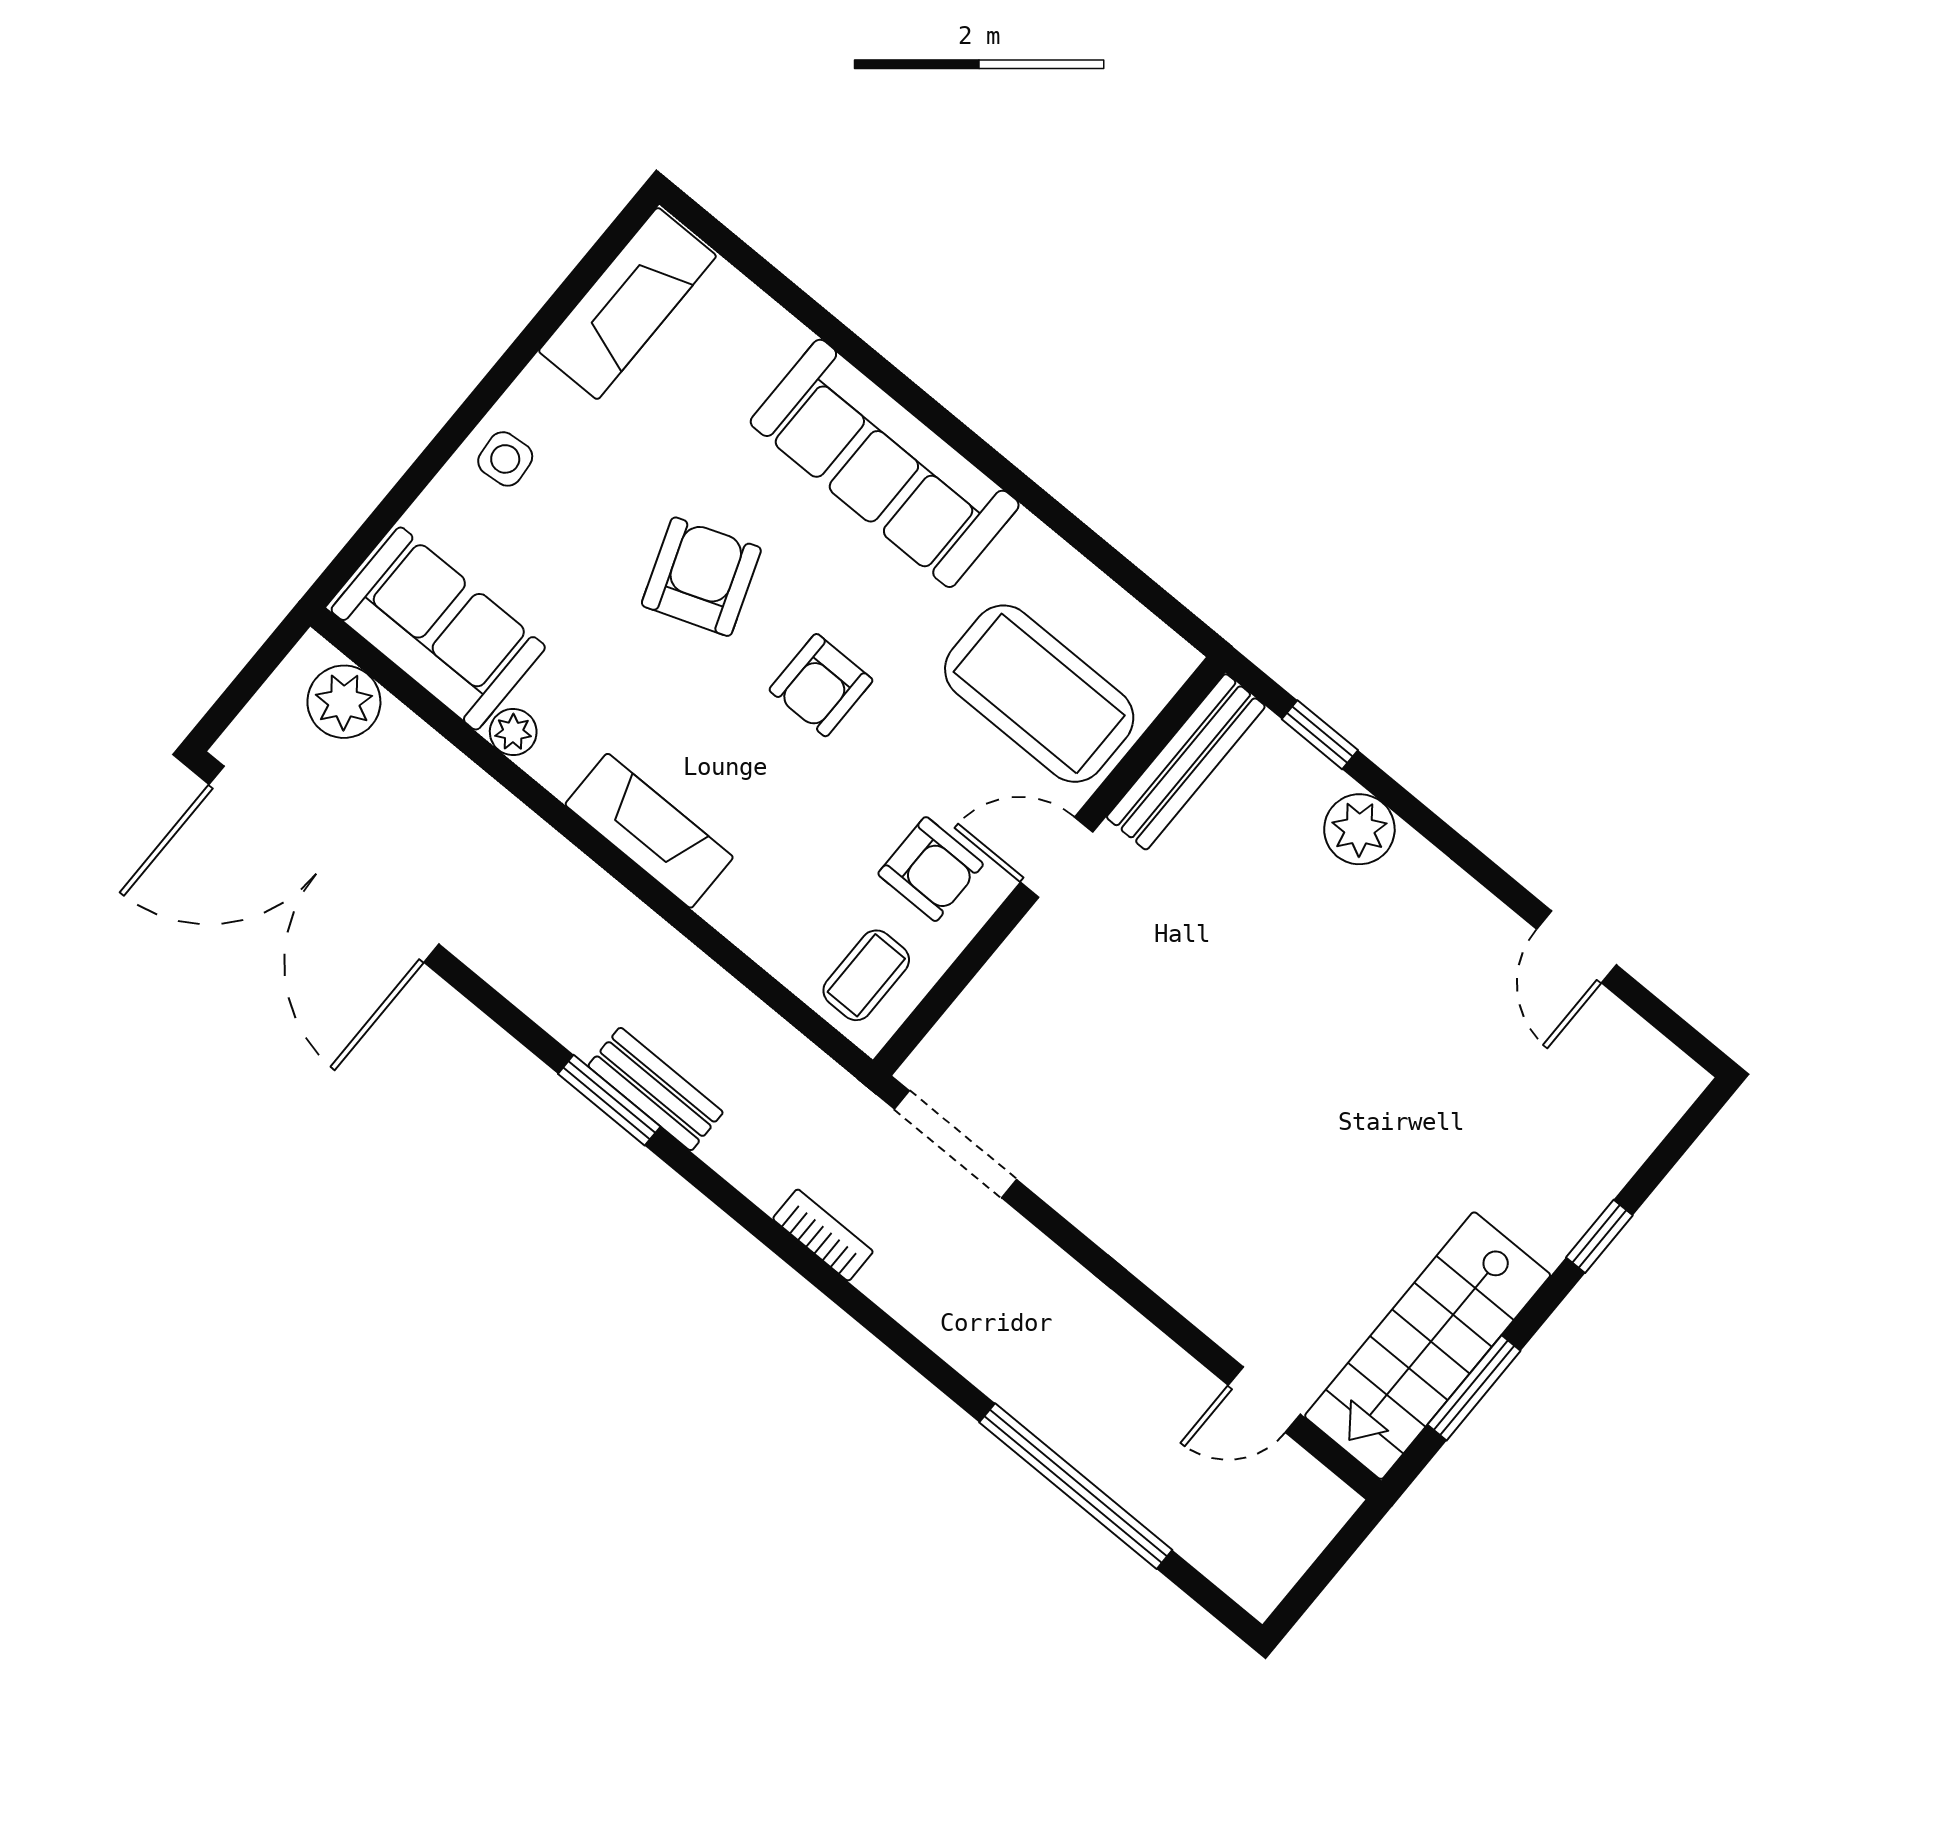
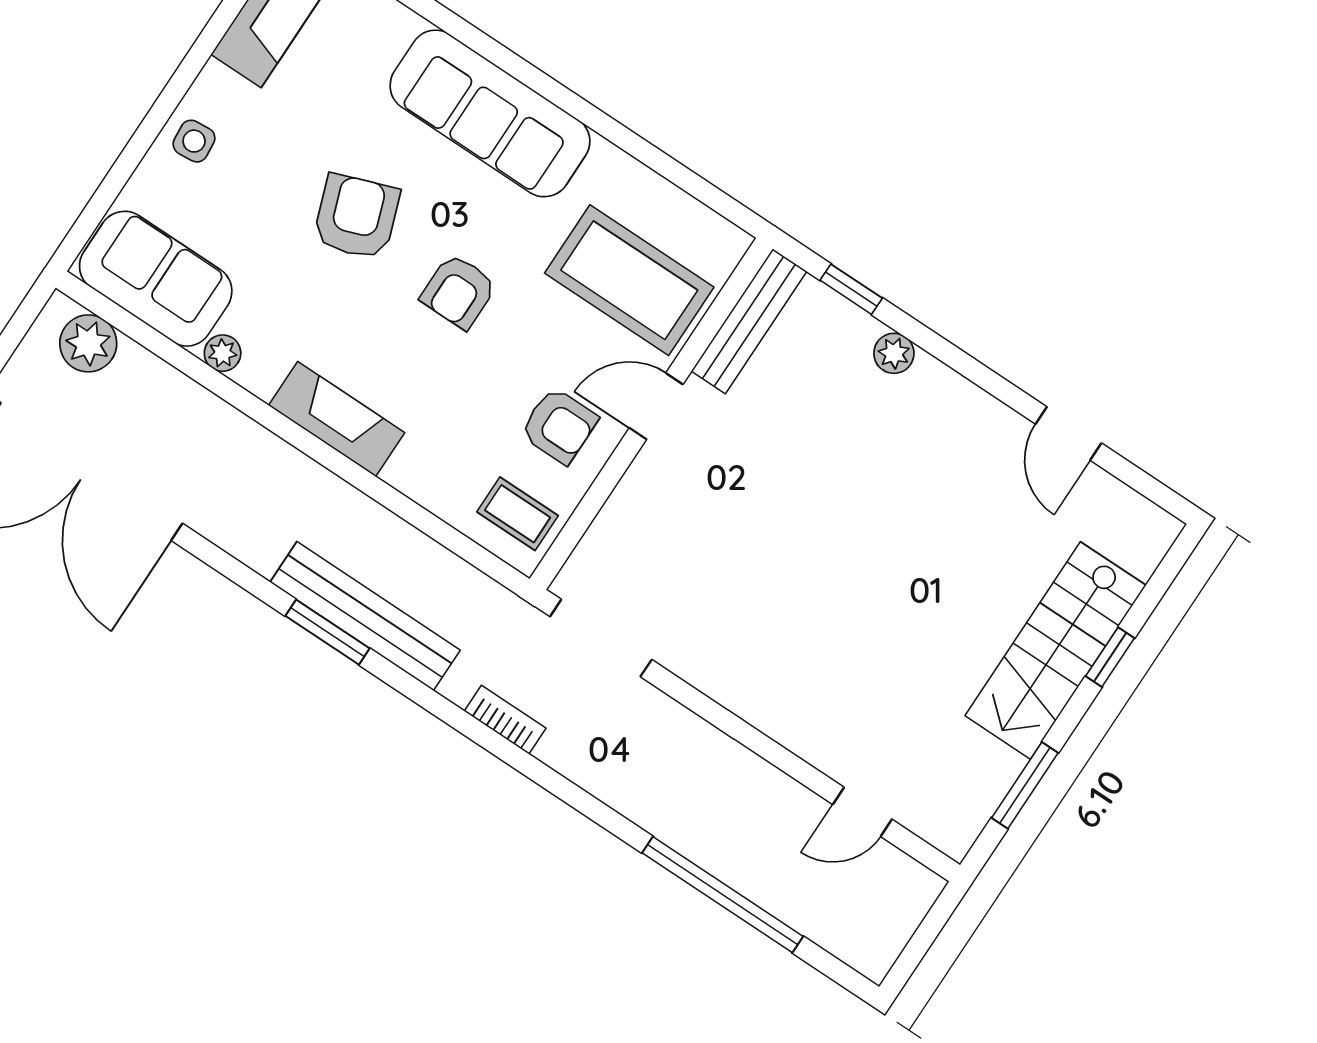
plant: (1359, 829) -> (894, 353), width x0.73, depth x0.73
coffee table: (866, 975) -> (518, 514), turned 90
bench: (656, 1089) -> (365, 616), width x1.86, depth x1.21
stairs: (1428, 1346) -> (1055, 650), moved

